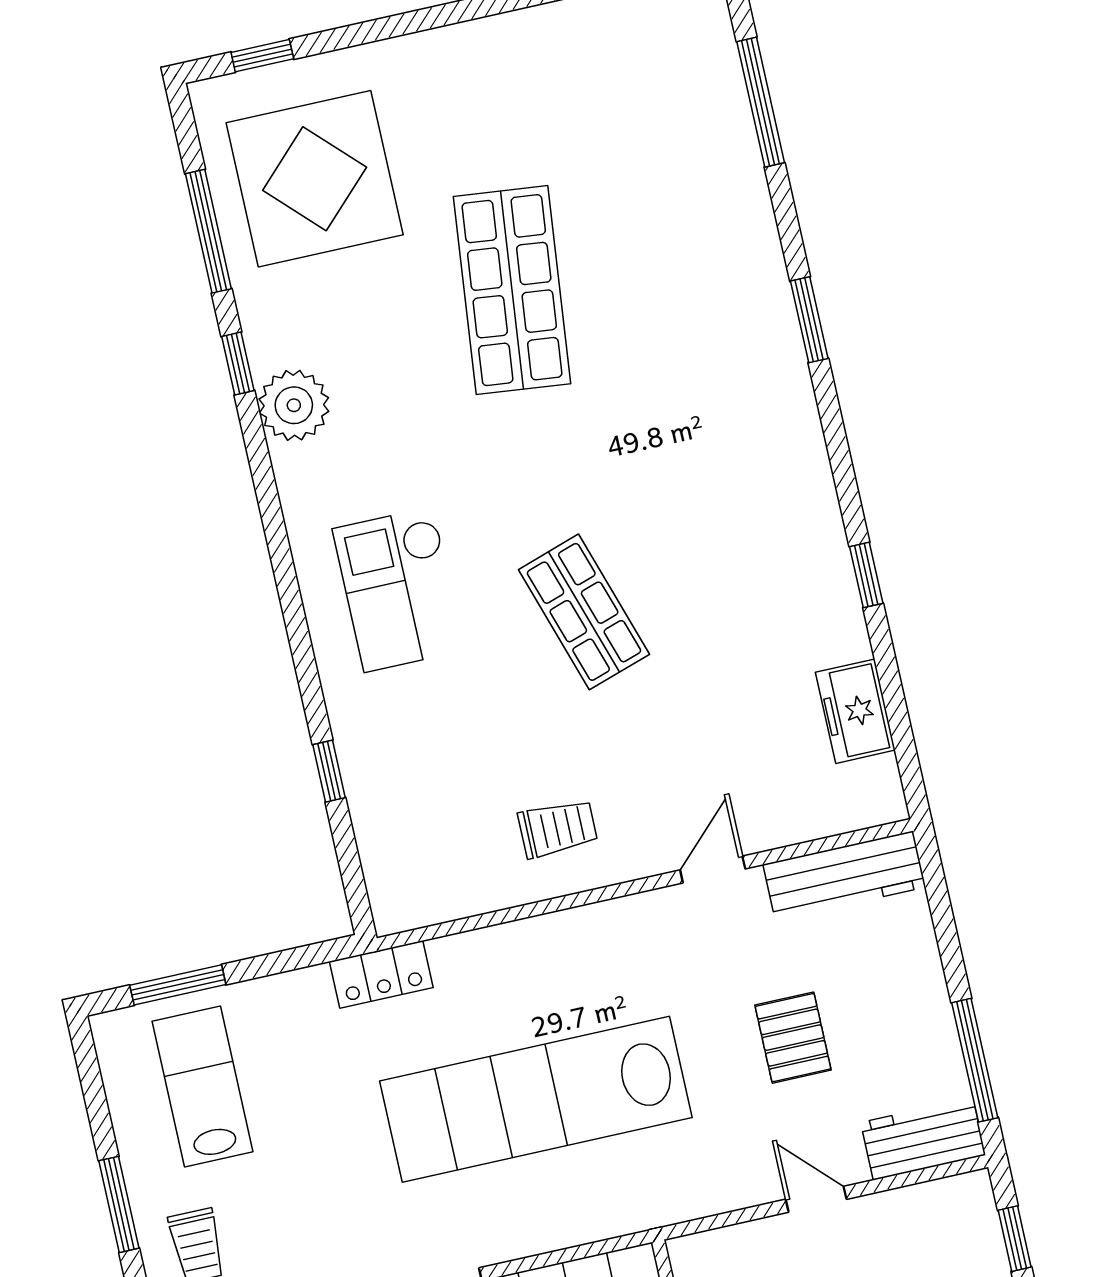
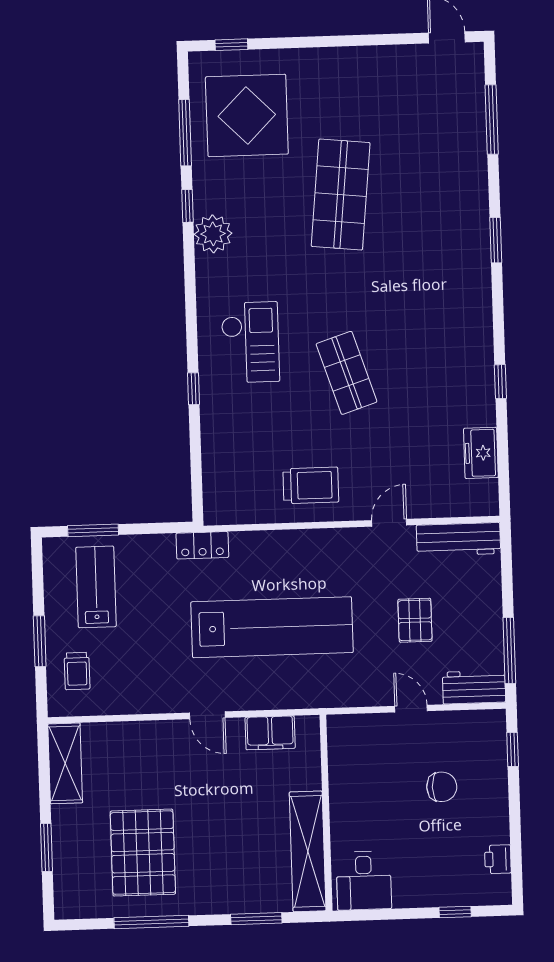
checkout: (399, 589) -> (250, 342), turned 180
window: (329, 771) -> (194, 389), moved
trolley: (558, 828) -> (311, 485), width x1.36, depth x1.39
lab bench: (536, 1099) -> (272, 627), turned 180

